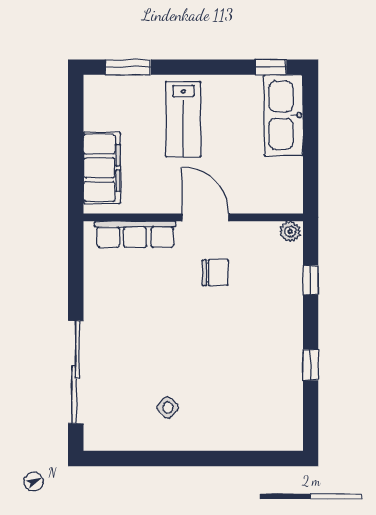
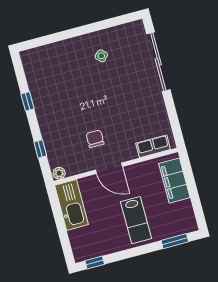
kitchen sink: (284, 115) -> (72, 205), moved
lab bench: (183, 119) -> (136, 220), turned 180
row of seats: (135, 234) -> (153, 146), width x0.68
chair: (215, 273) -> (95, 139), turned 90

